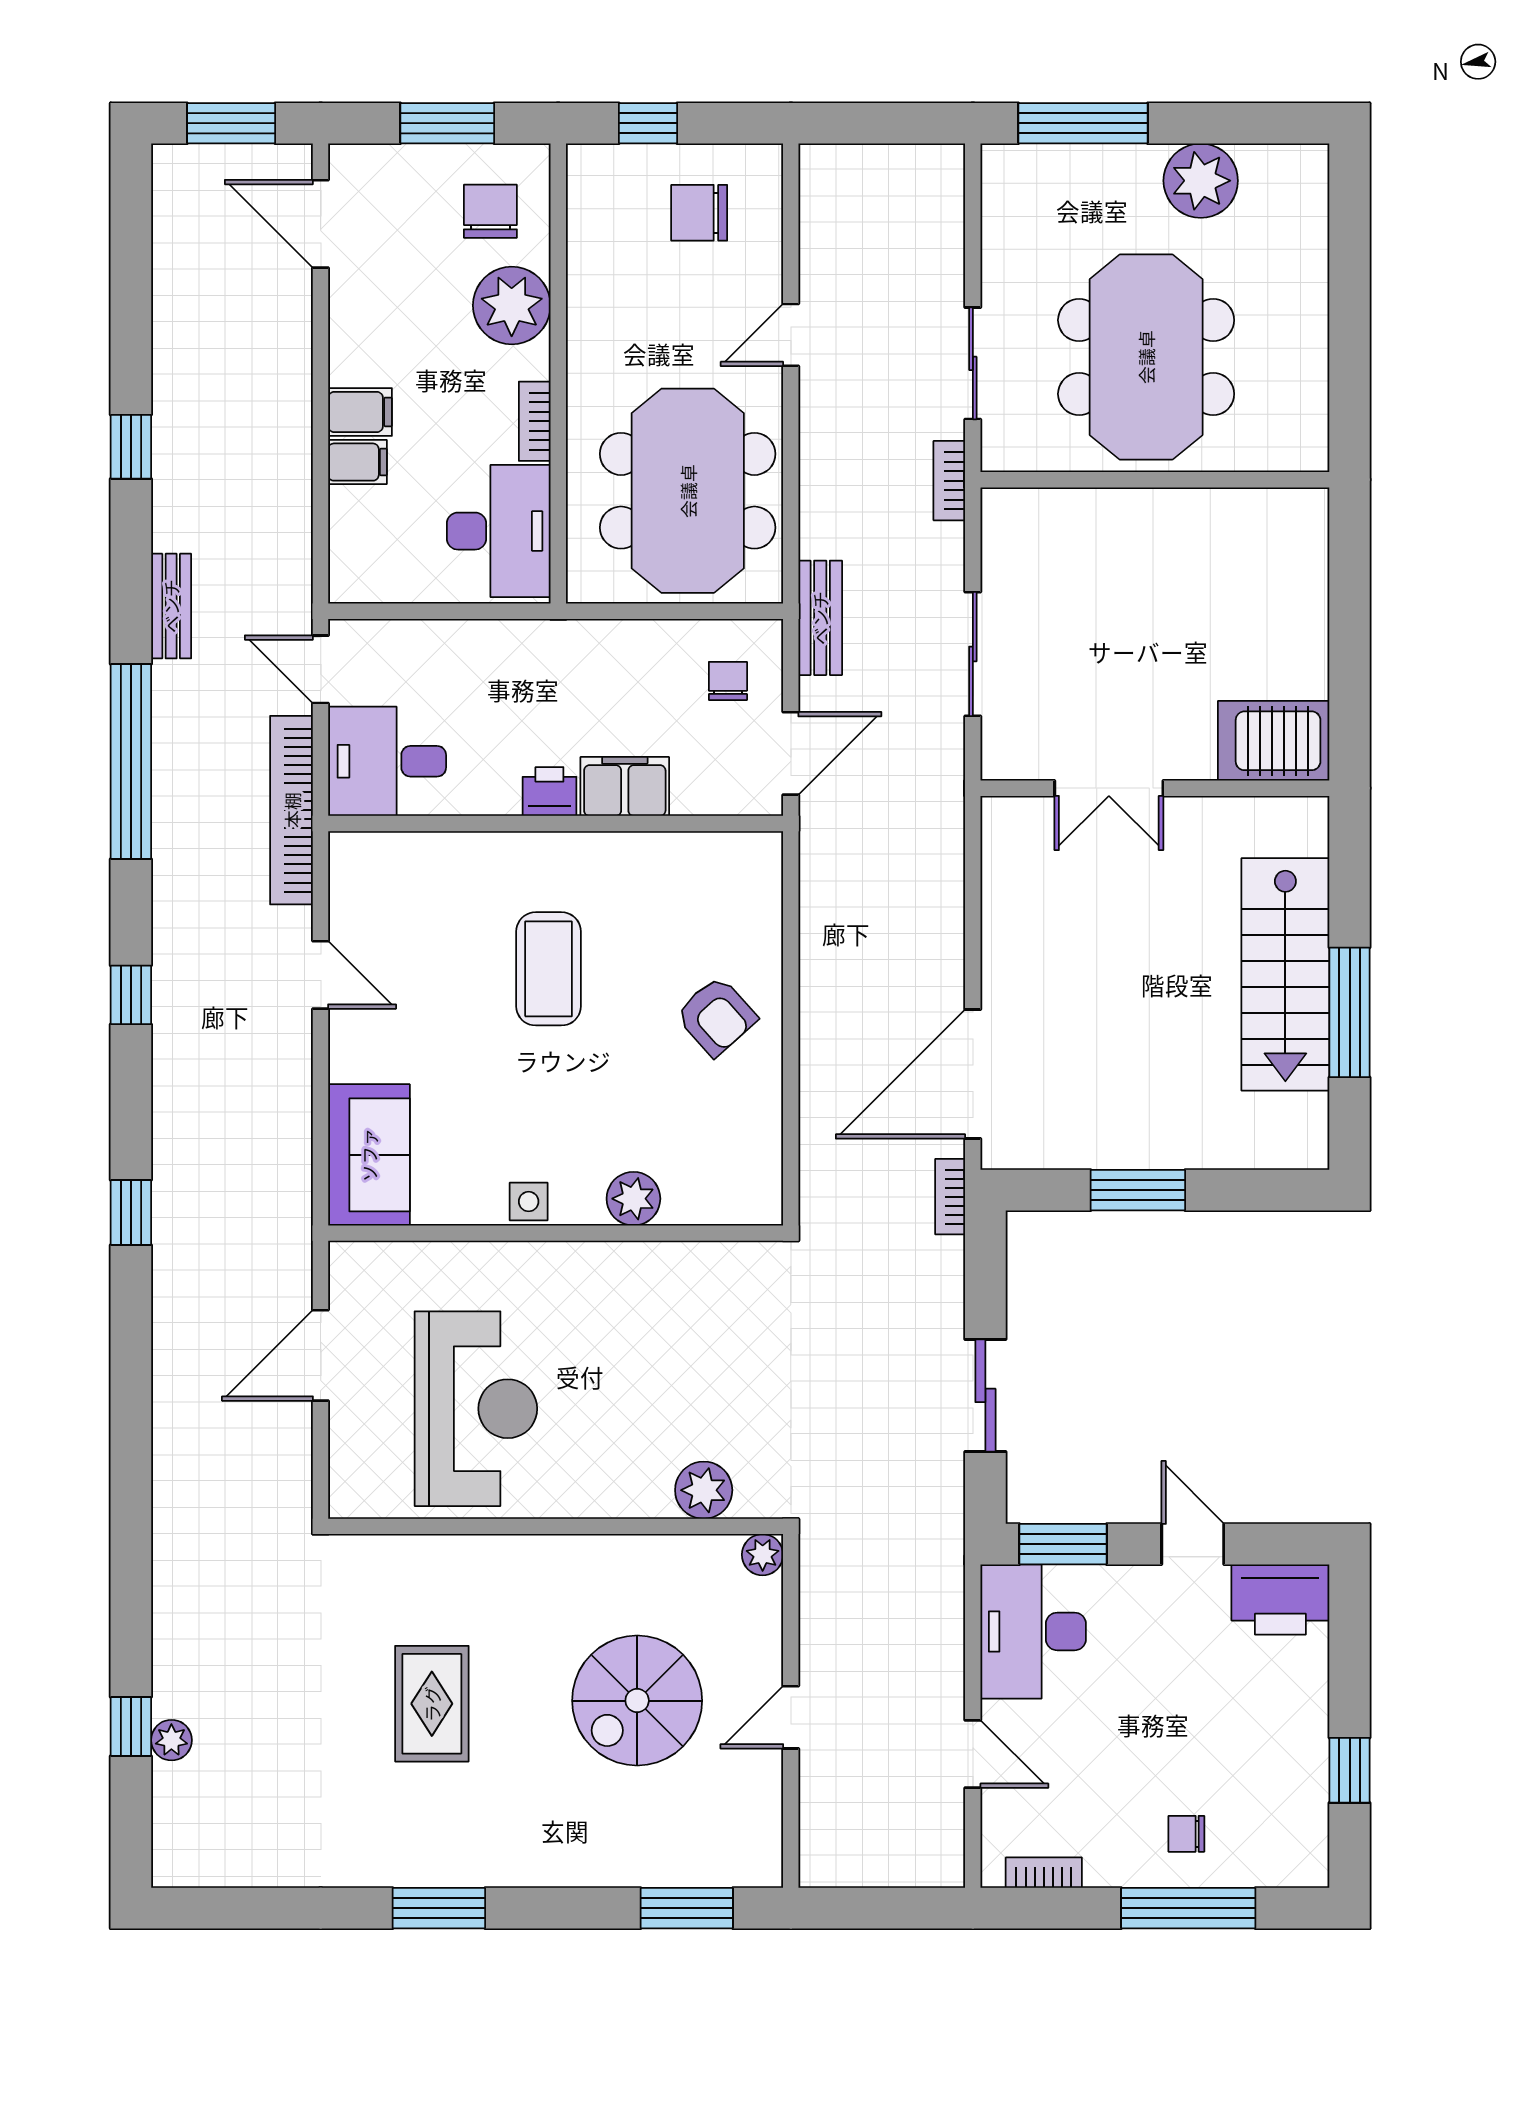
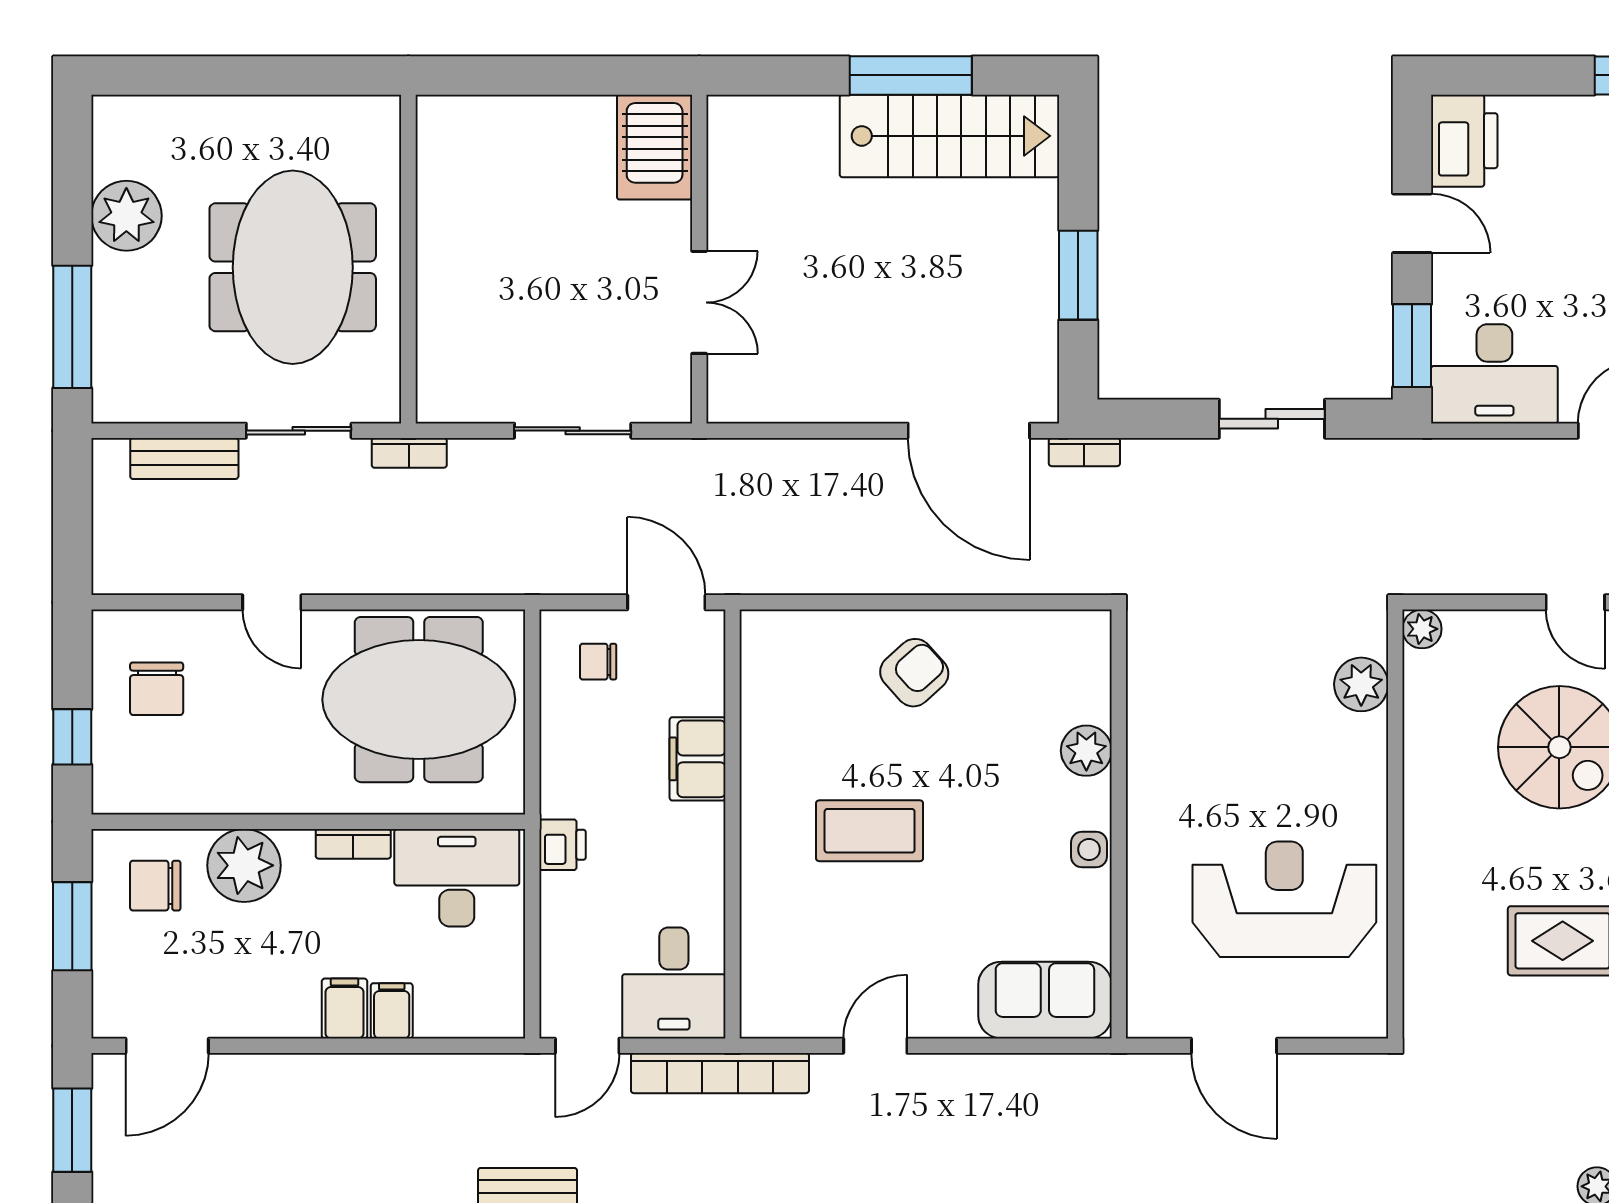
meeting table: (1146, 357) -> (293, 267), turned 90
bench: (820, 618) -> (184, 458), moved
printer: (549, 791) -> (563, 845), moved, turned 180
stairs: (1285, 974) -> (949, 136), moved
door: (1193, 1544) -> (1412, 223), swing flipped

